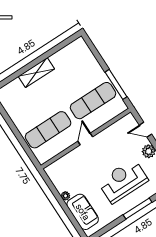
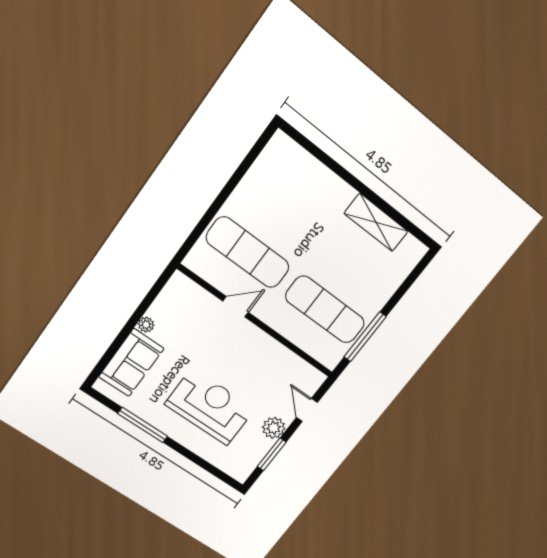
shelving: (36, 73) -> (376, 222), moved
door: (85, 139) -> (236, 307), moved
window: (138, 209) -> (143, 425), moved

